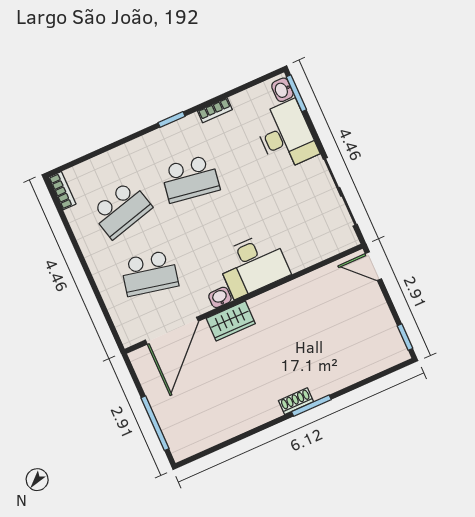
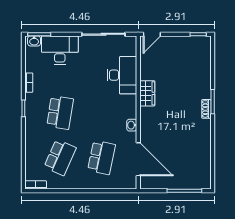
school desk: (121, 209) -> (60, 157), turned 39
desk: (253, 265) -> (122, 75), moved
wardrobe: (231, 321) -> (147, 93), moved

